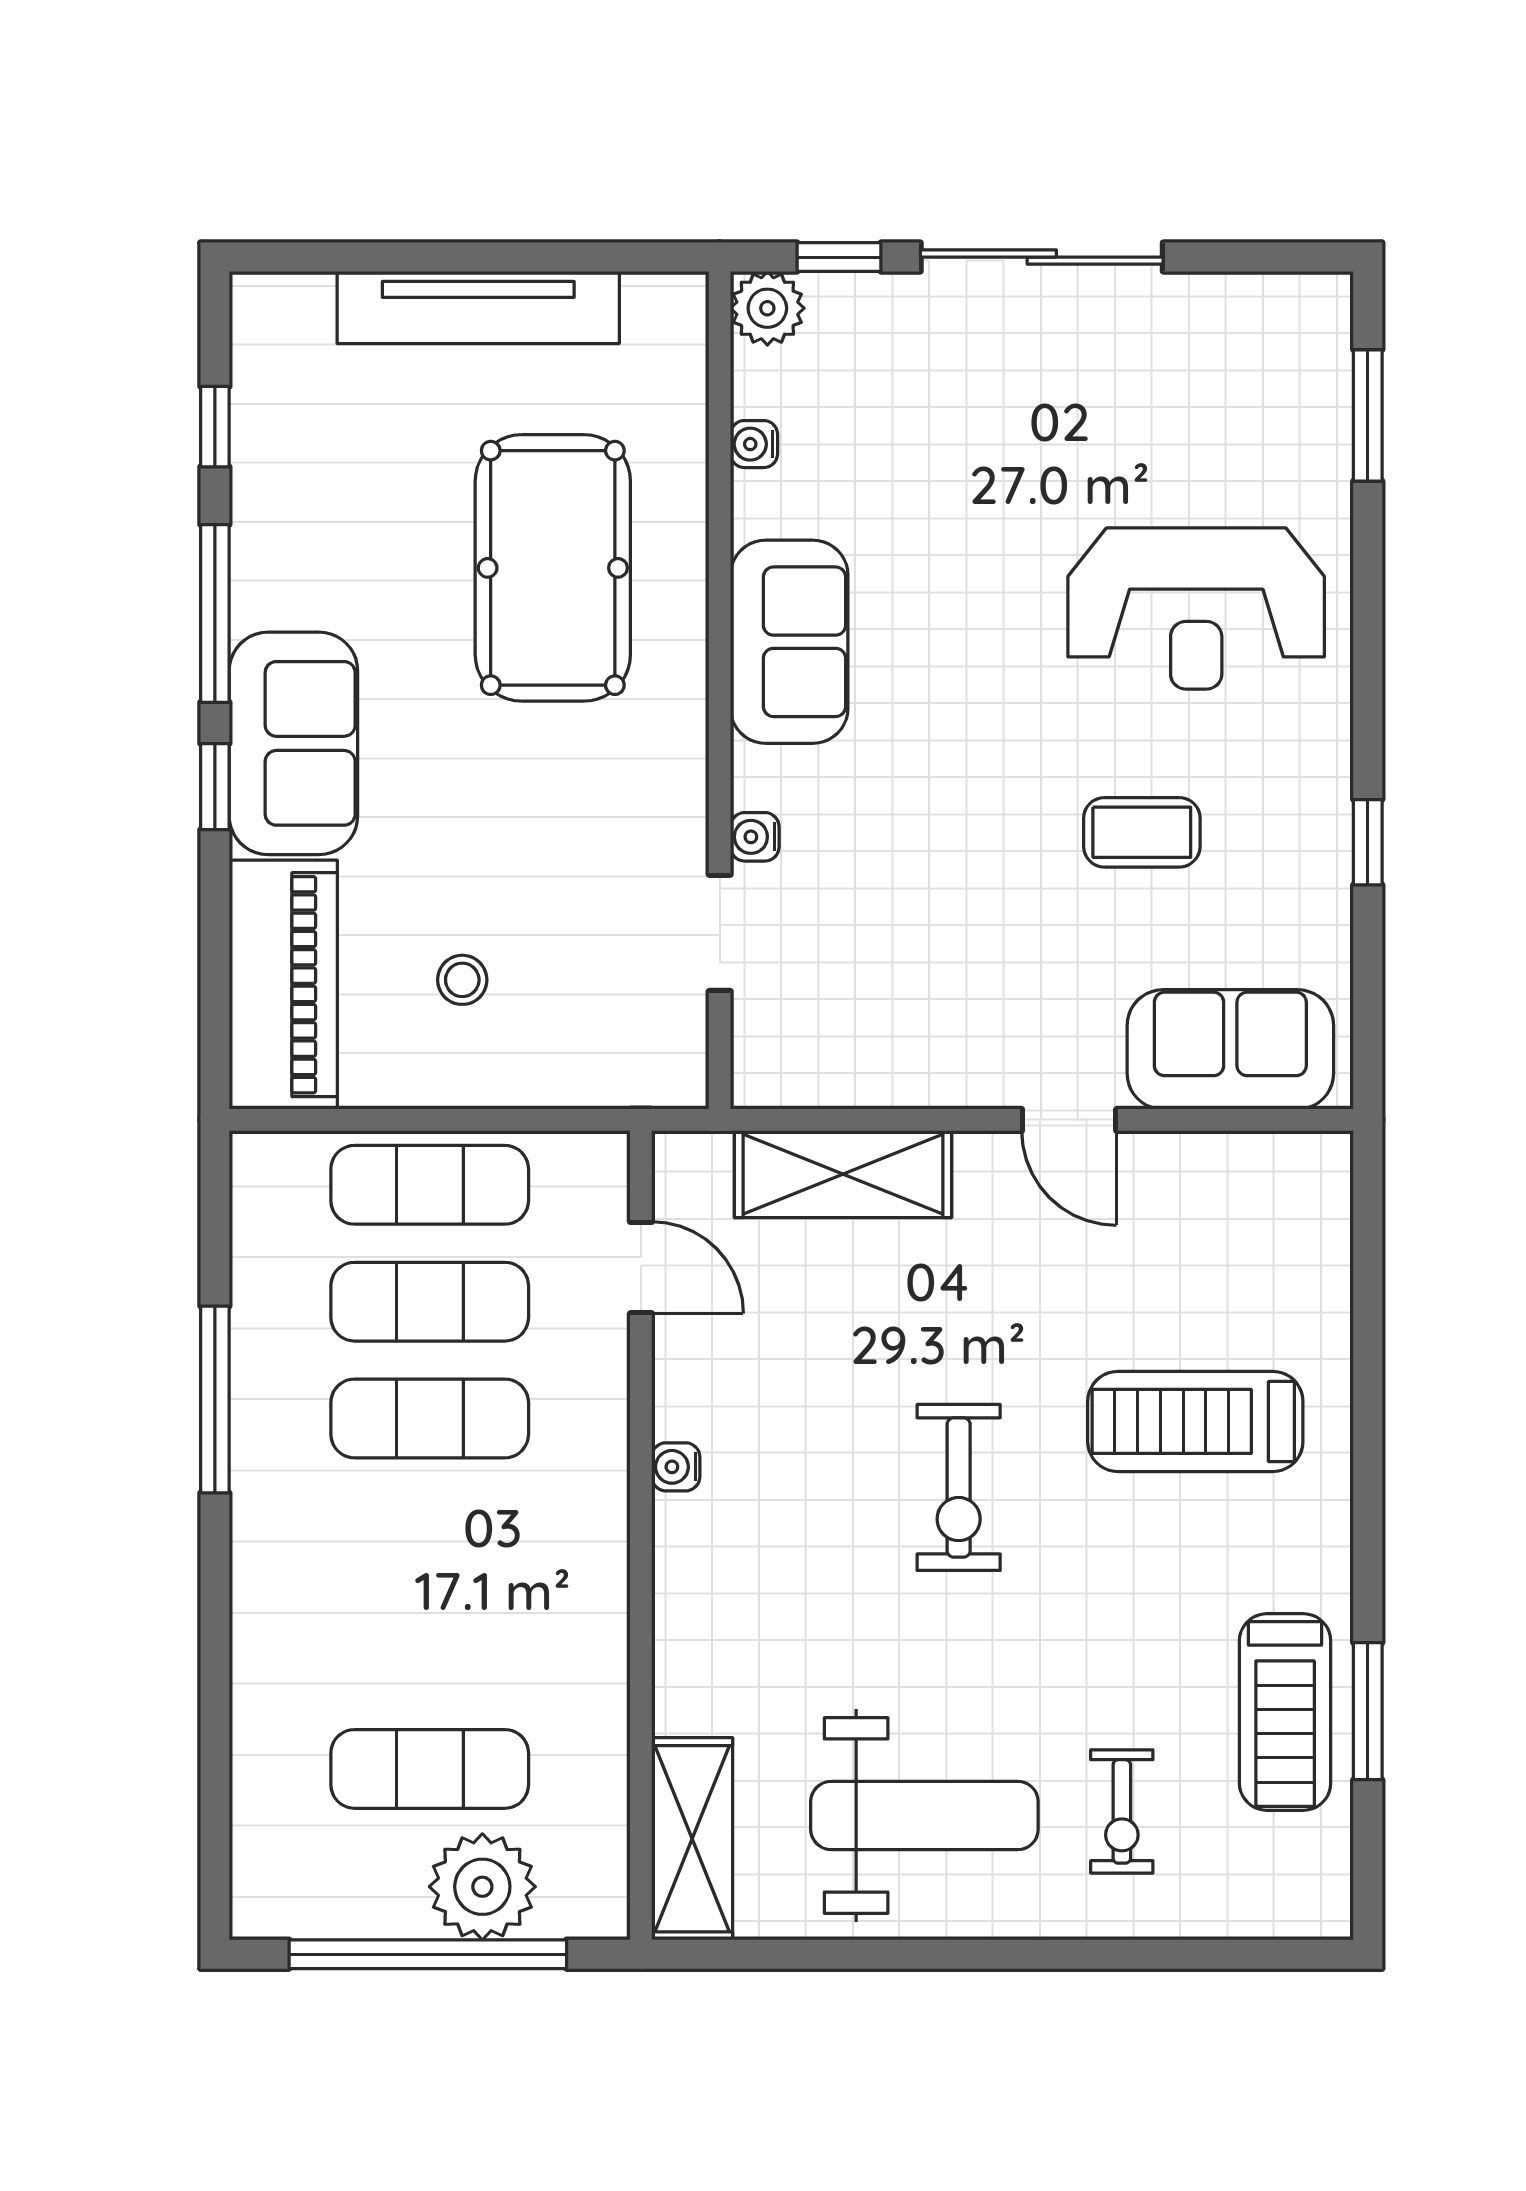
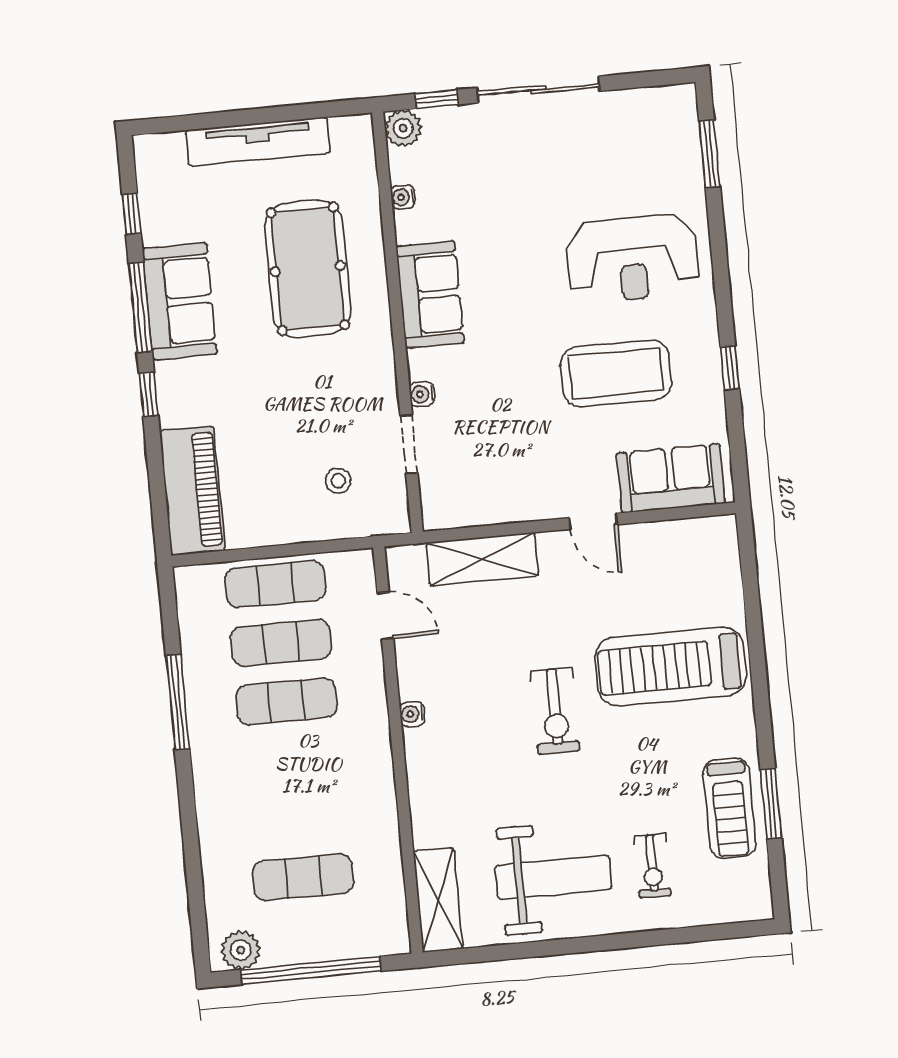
sofa: (293, 743) -> (180, 301), moved
coffee table: (1142, 832) -> (616, 373), width x1.86, depth x1.72
stool: (462, 980) -> (338, 481), moved
treadmill: (1195, 1421) -> (671, 667), width x1.37, depth x1.38
plant: (482, 1887) -> (241, 950), moved, width x0.73, depth x0.73

